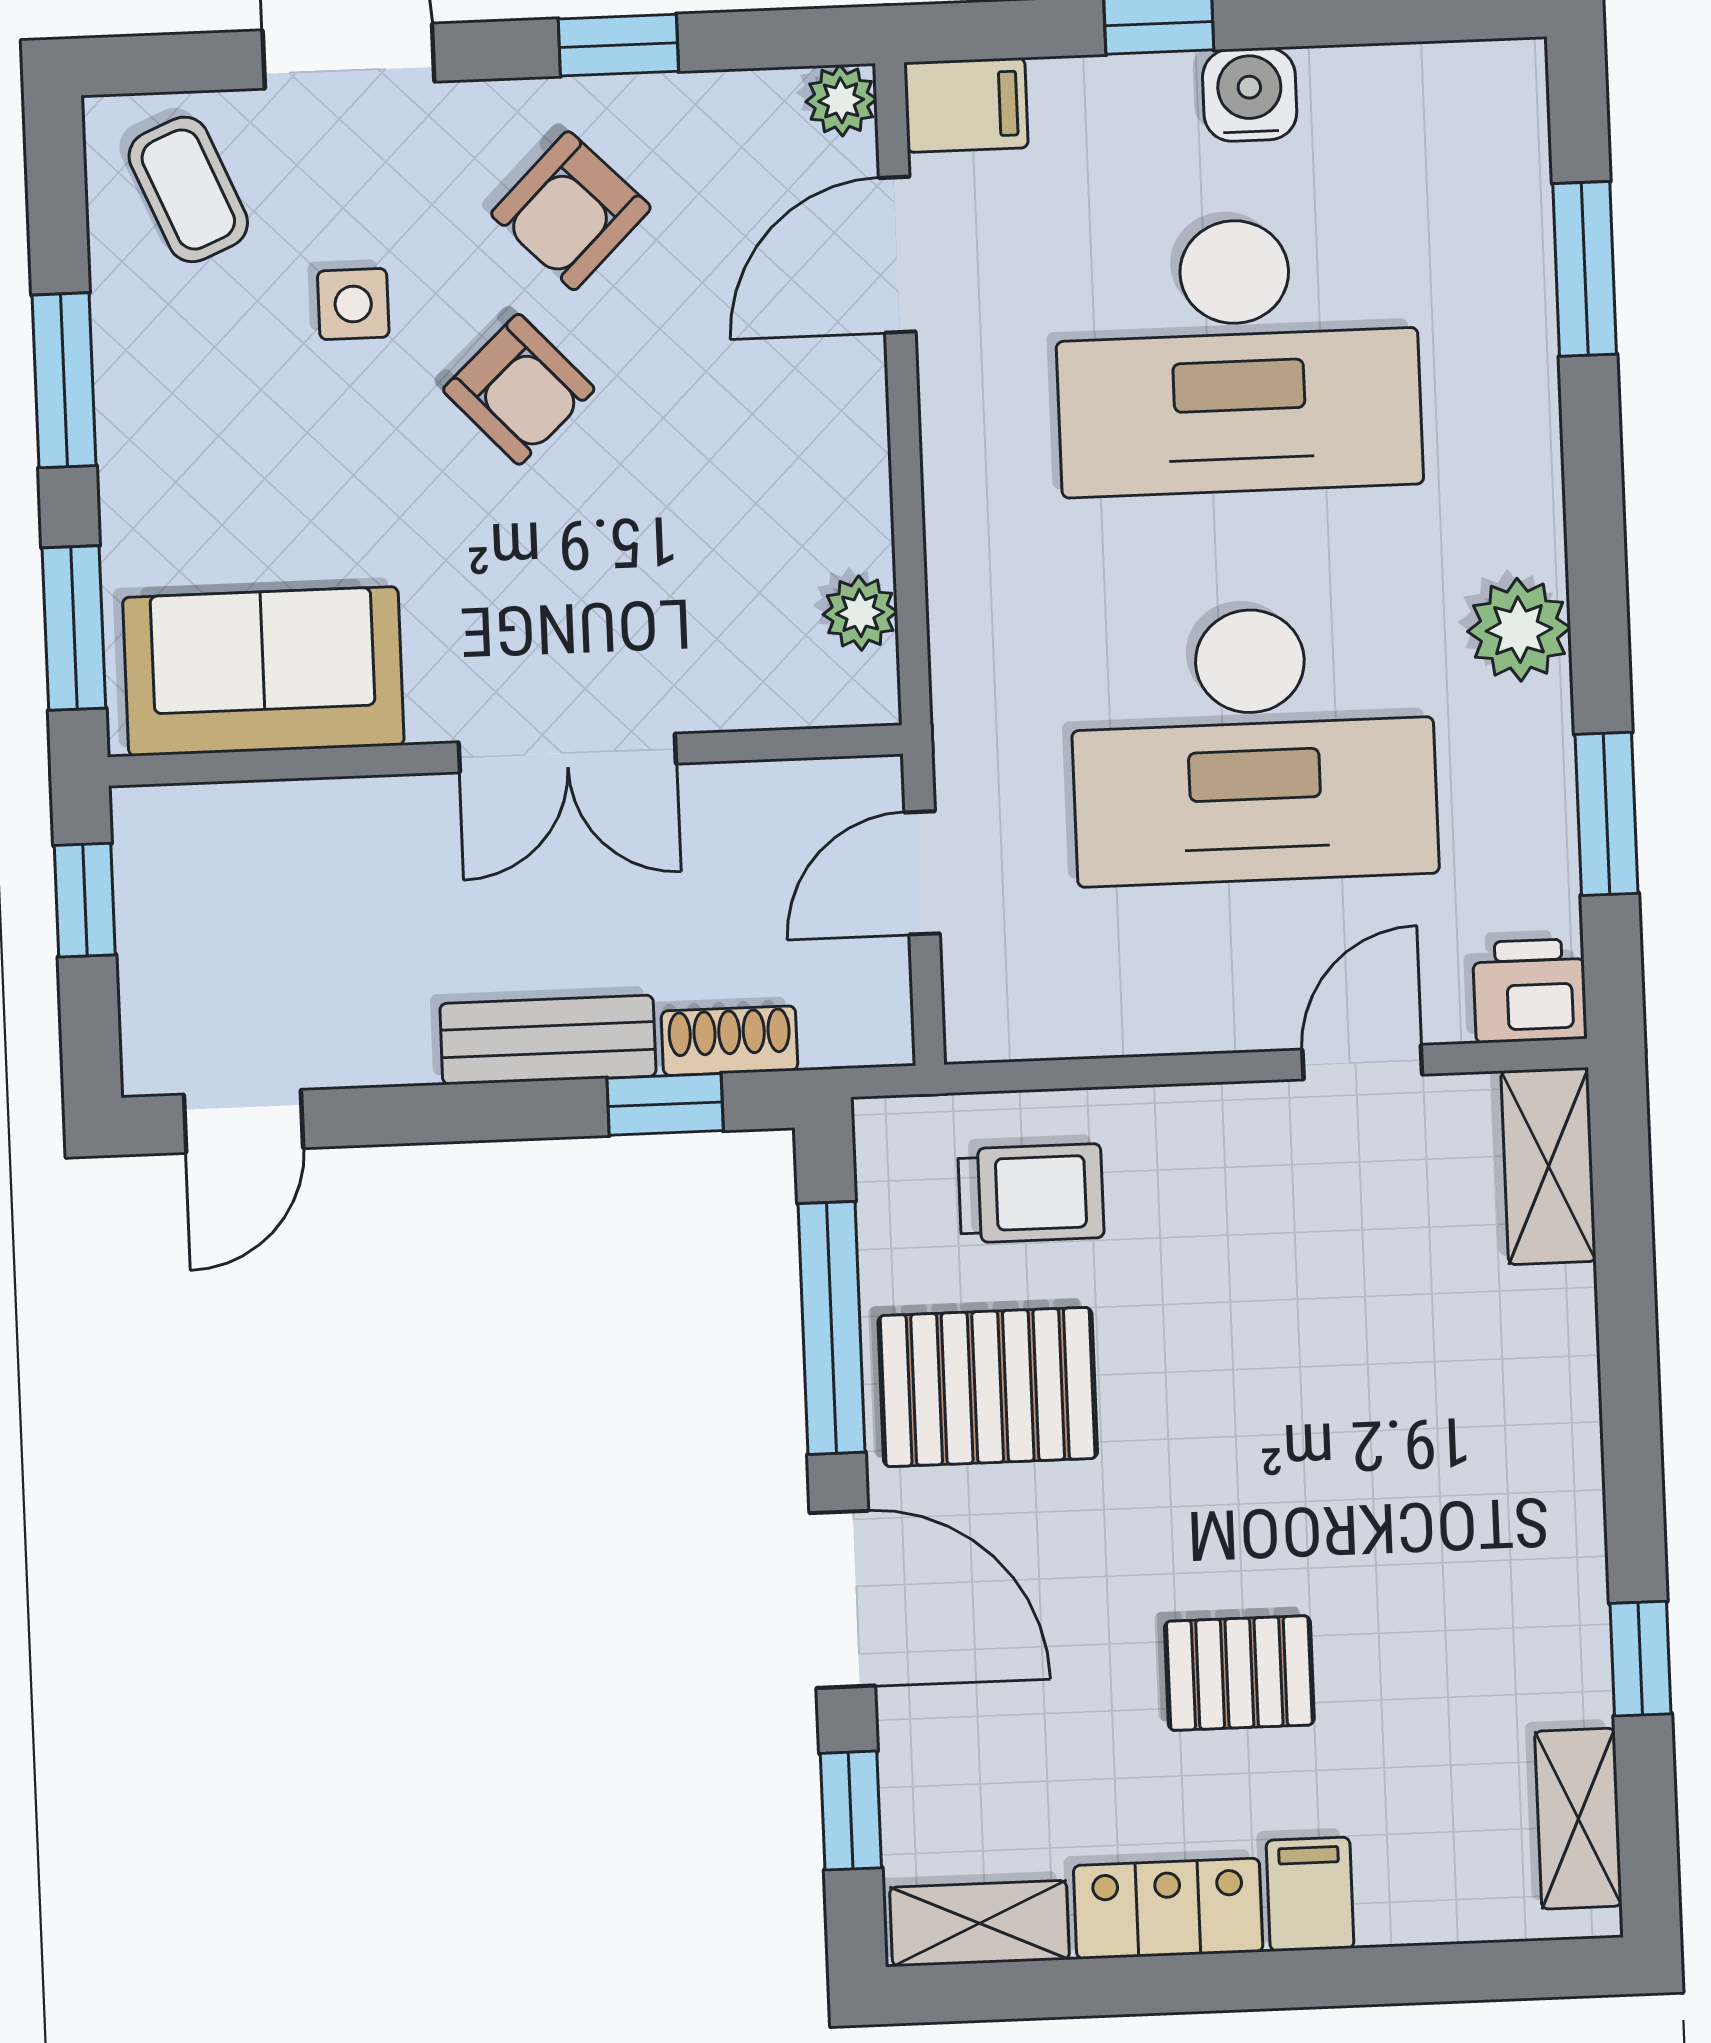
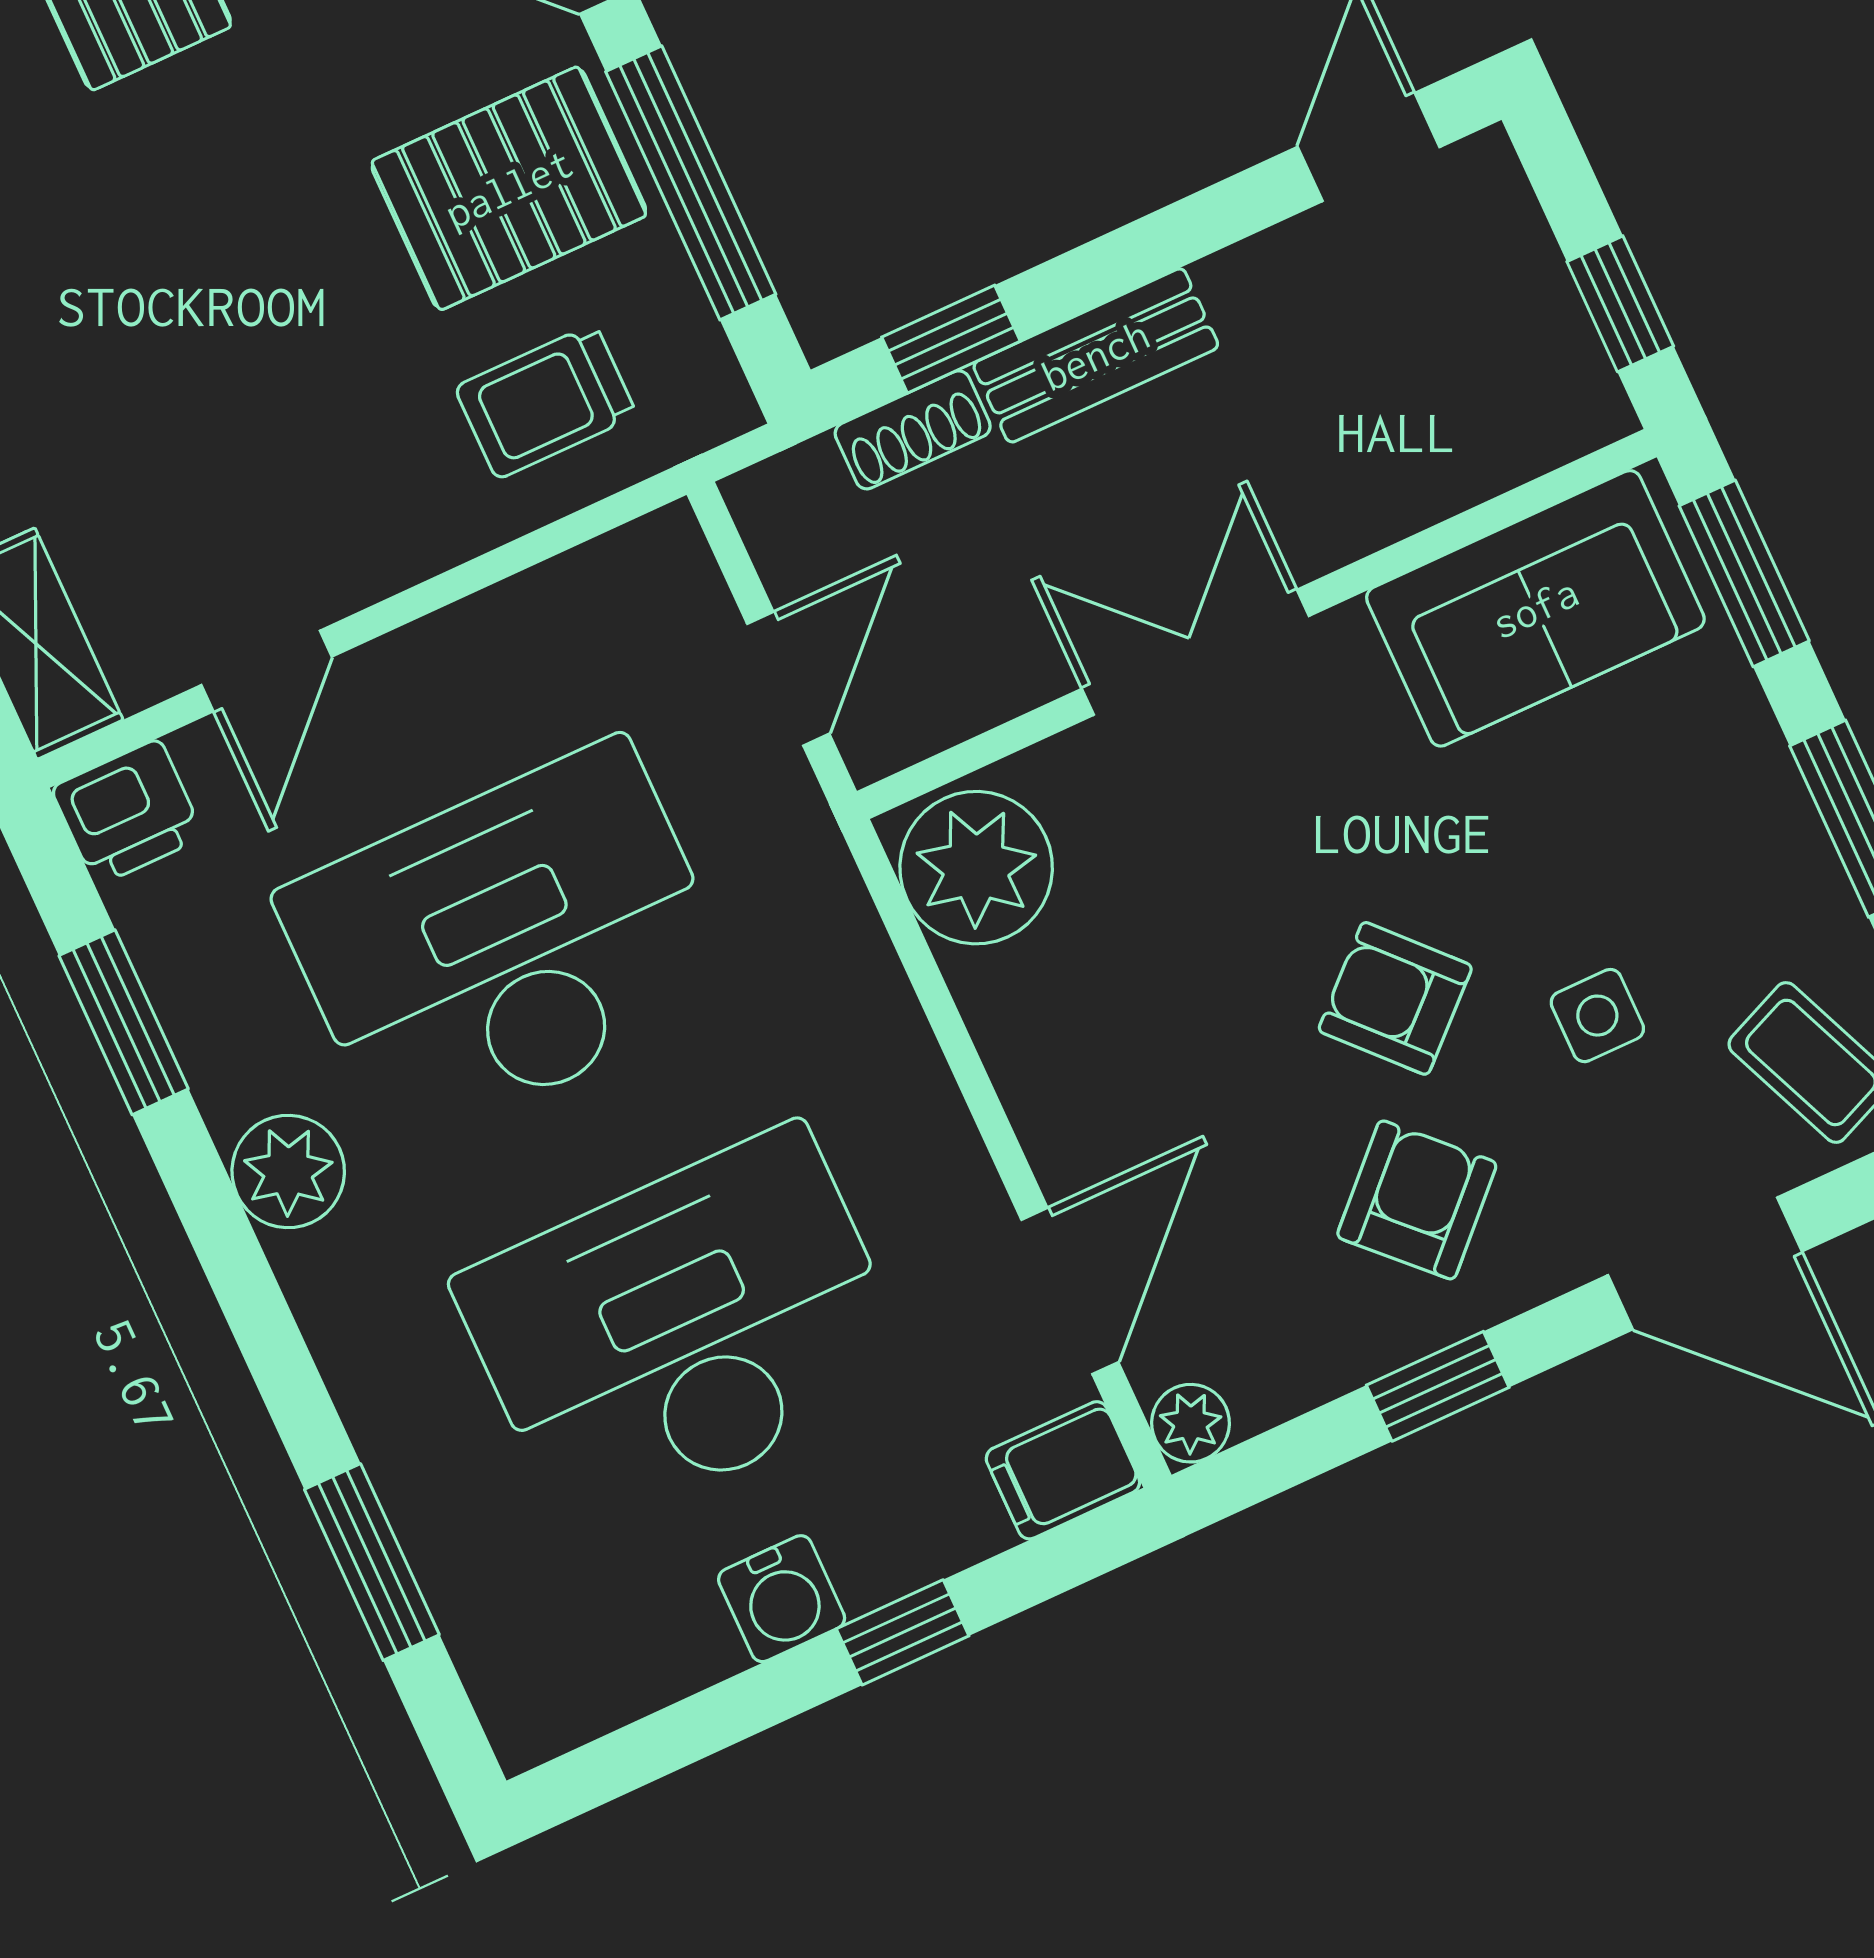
plant: (860, 613) -> (976, 868), width x1.88, depth x1.88

